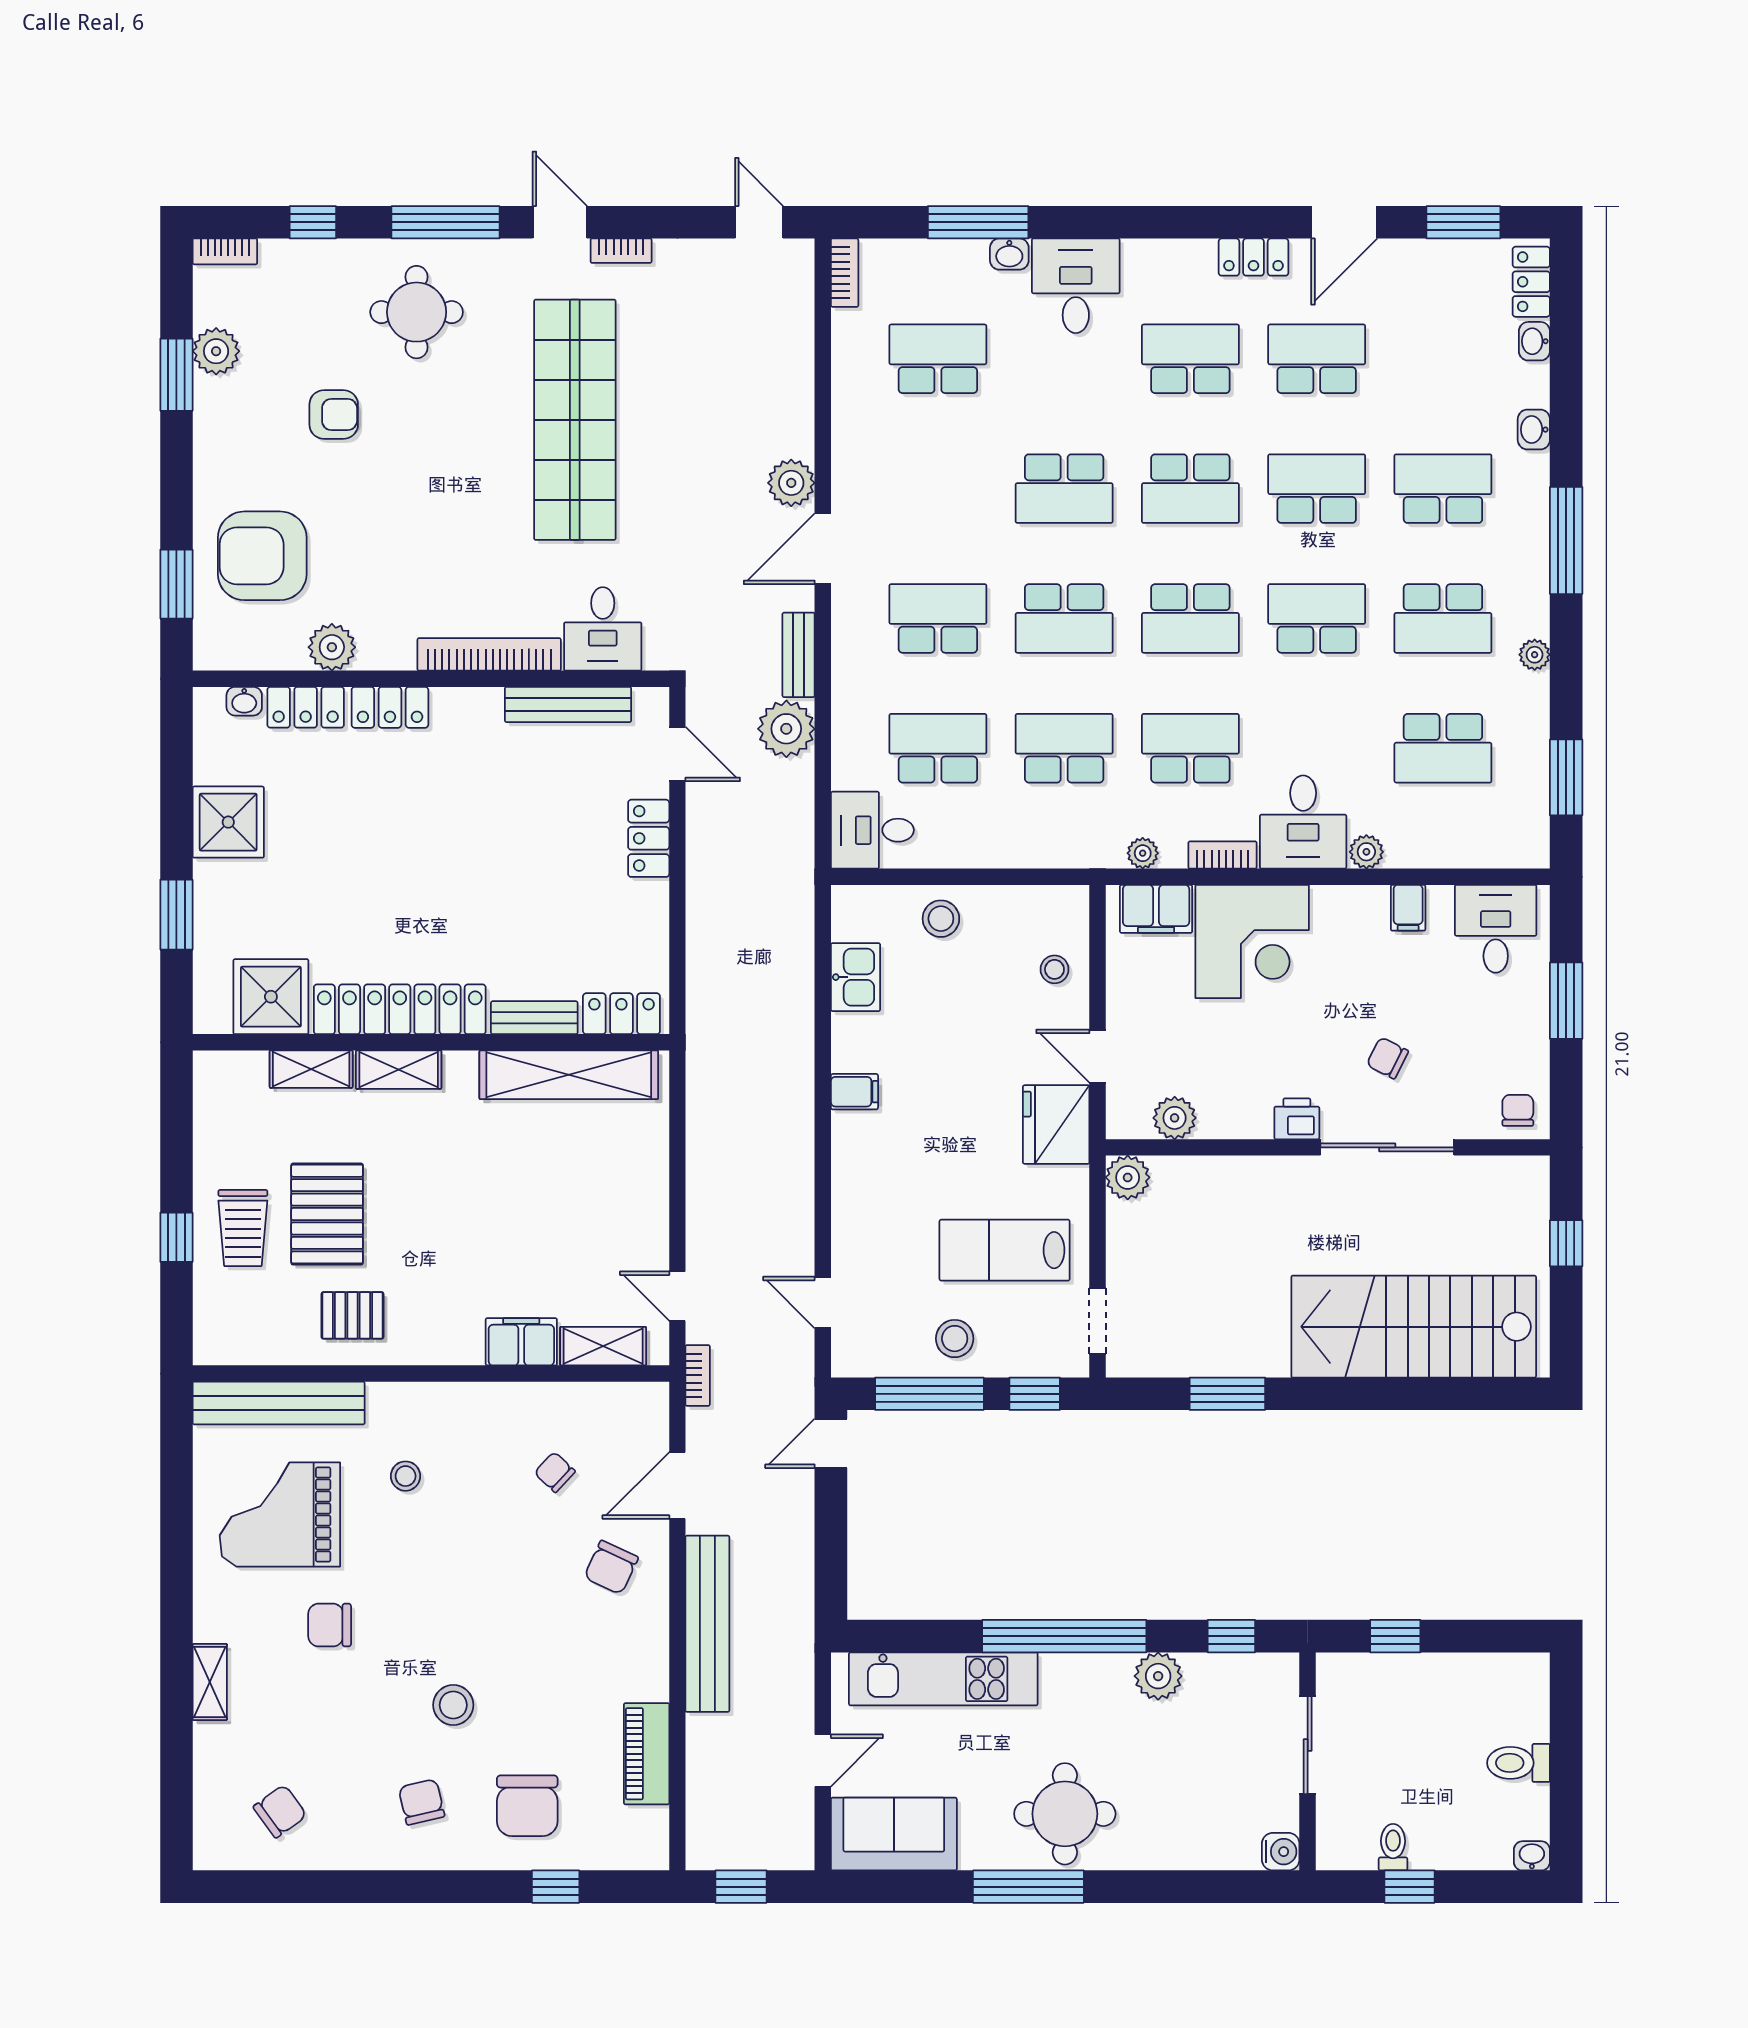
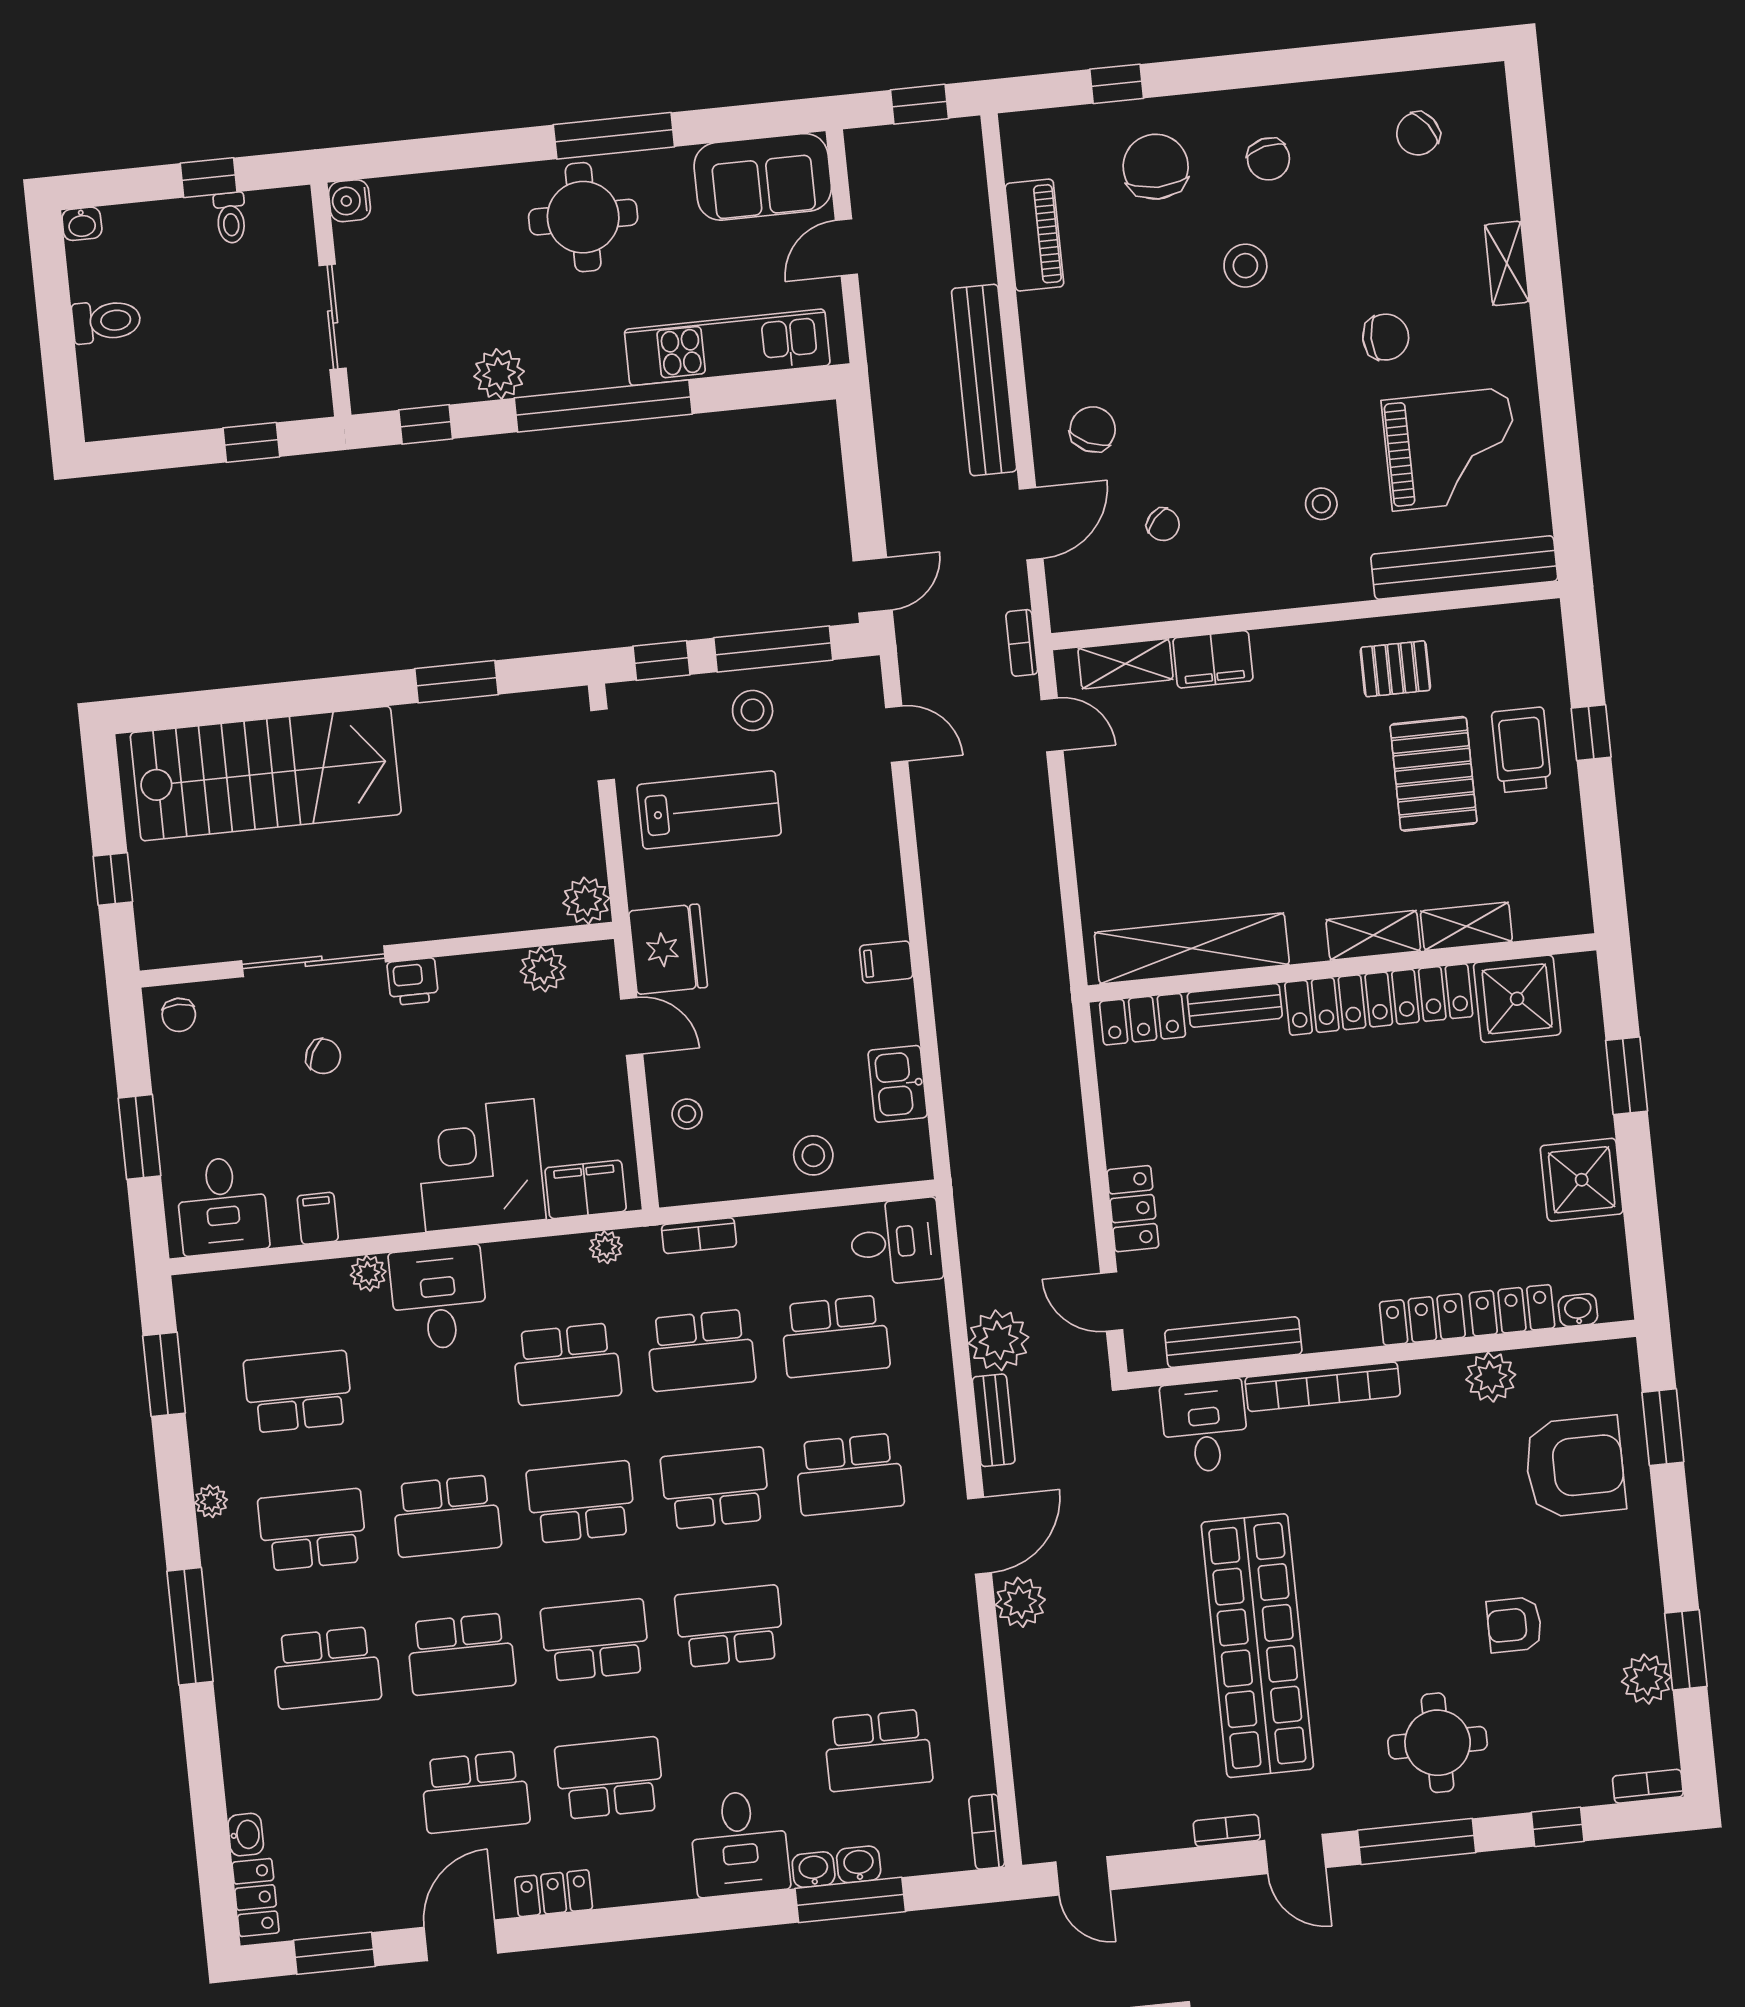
school desk: (1190, 359) -> (609, 1778), turned 180
washbasin: (1534, 430) -> (859, 1864), moved, turned -90
bookcase: (1223, 855) -> (699, 1236), moved

